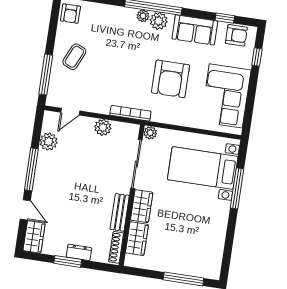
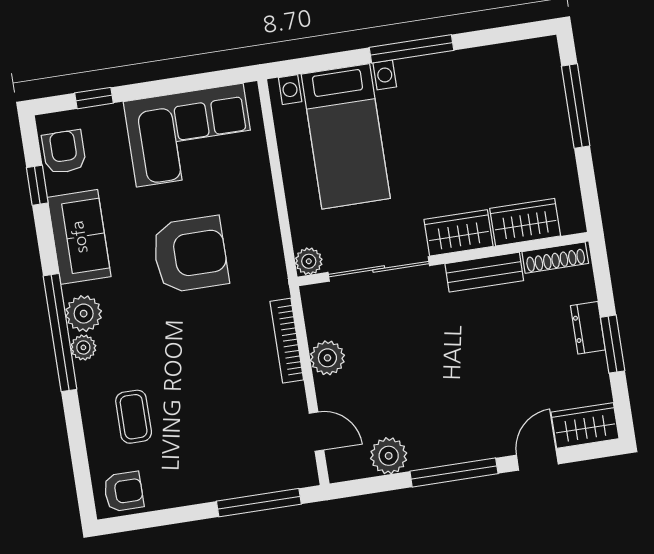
coffee table: (74, 57) -> (134, 417), moved, turned 66
bookcase: (130, 113) -> (287, 341), moved
window: (237, 188) -> (411, 49), moved

